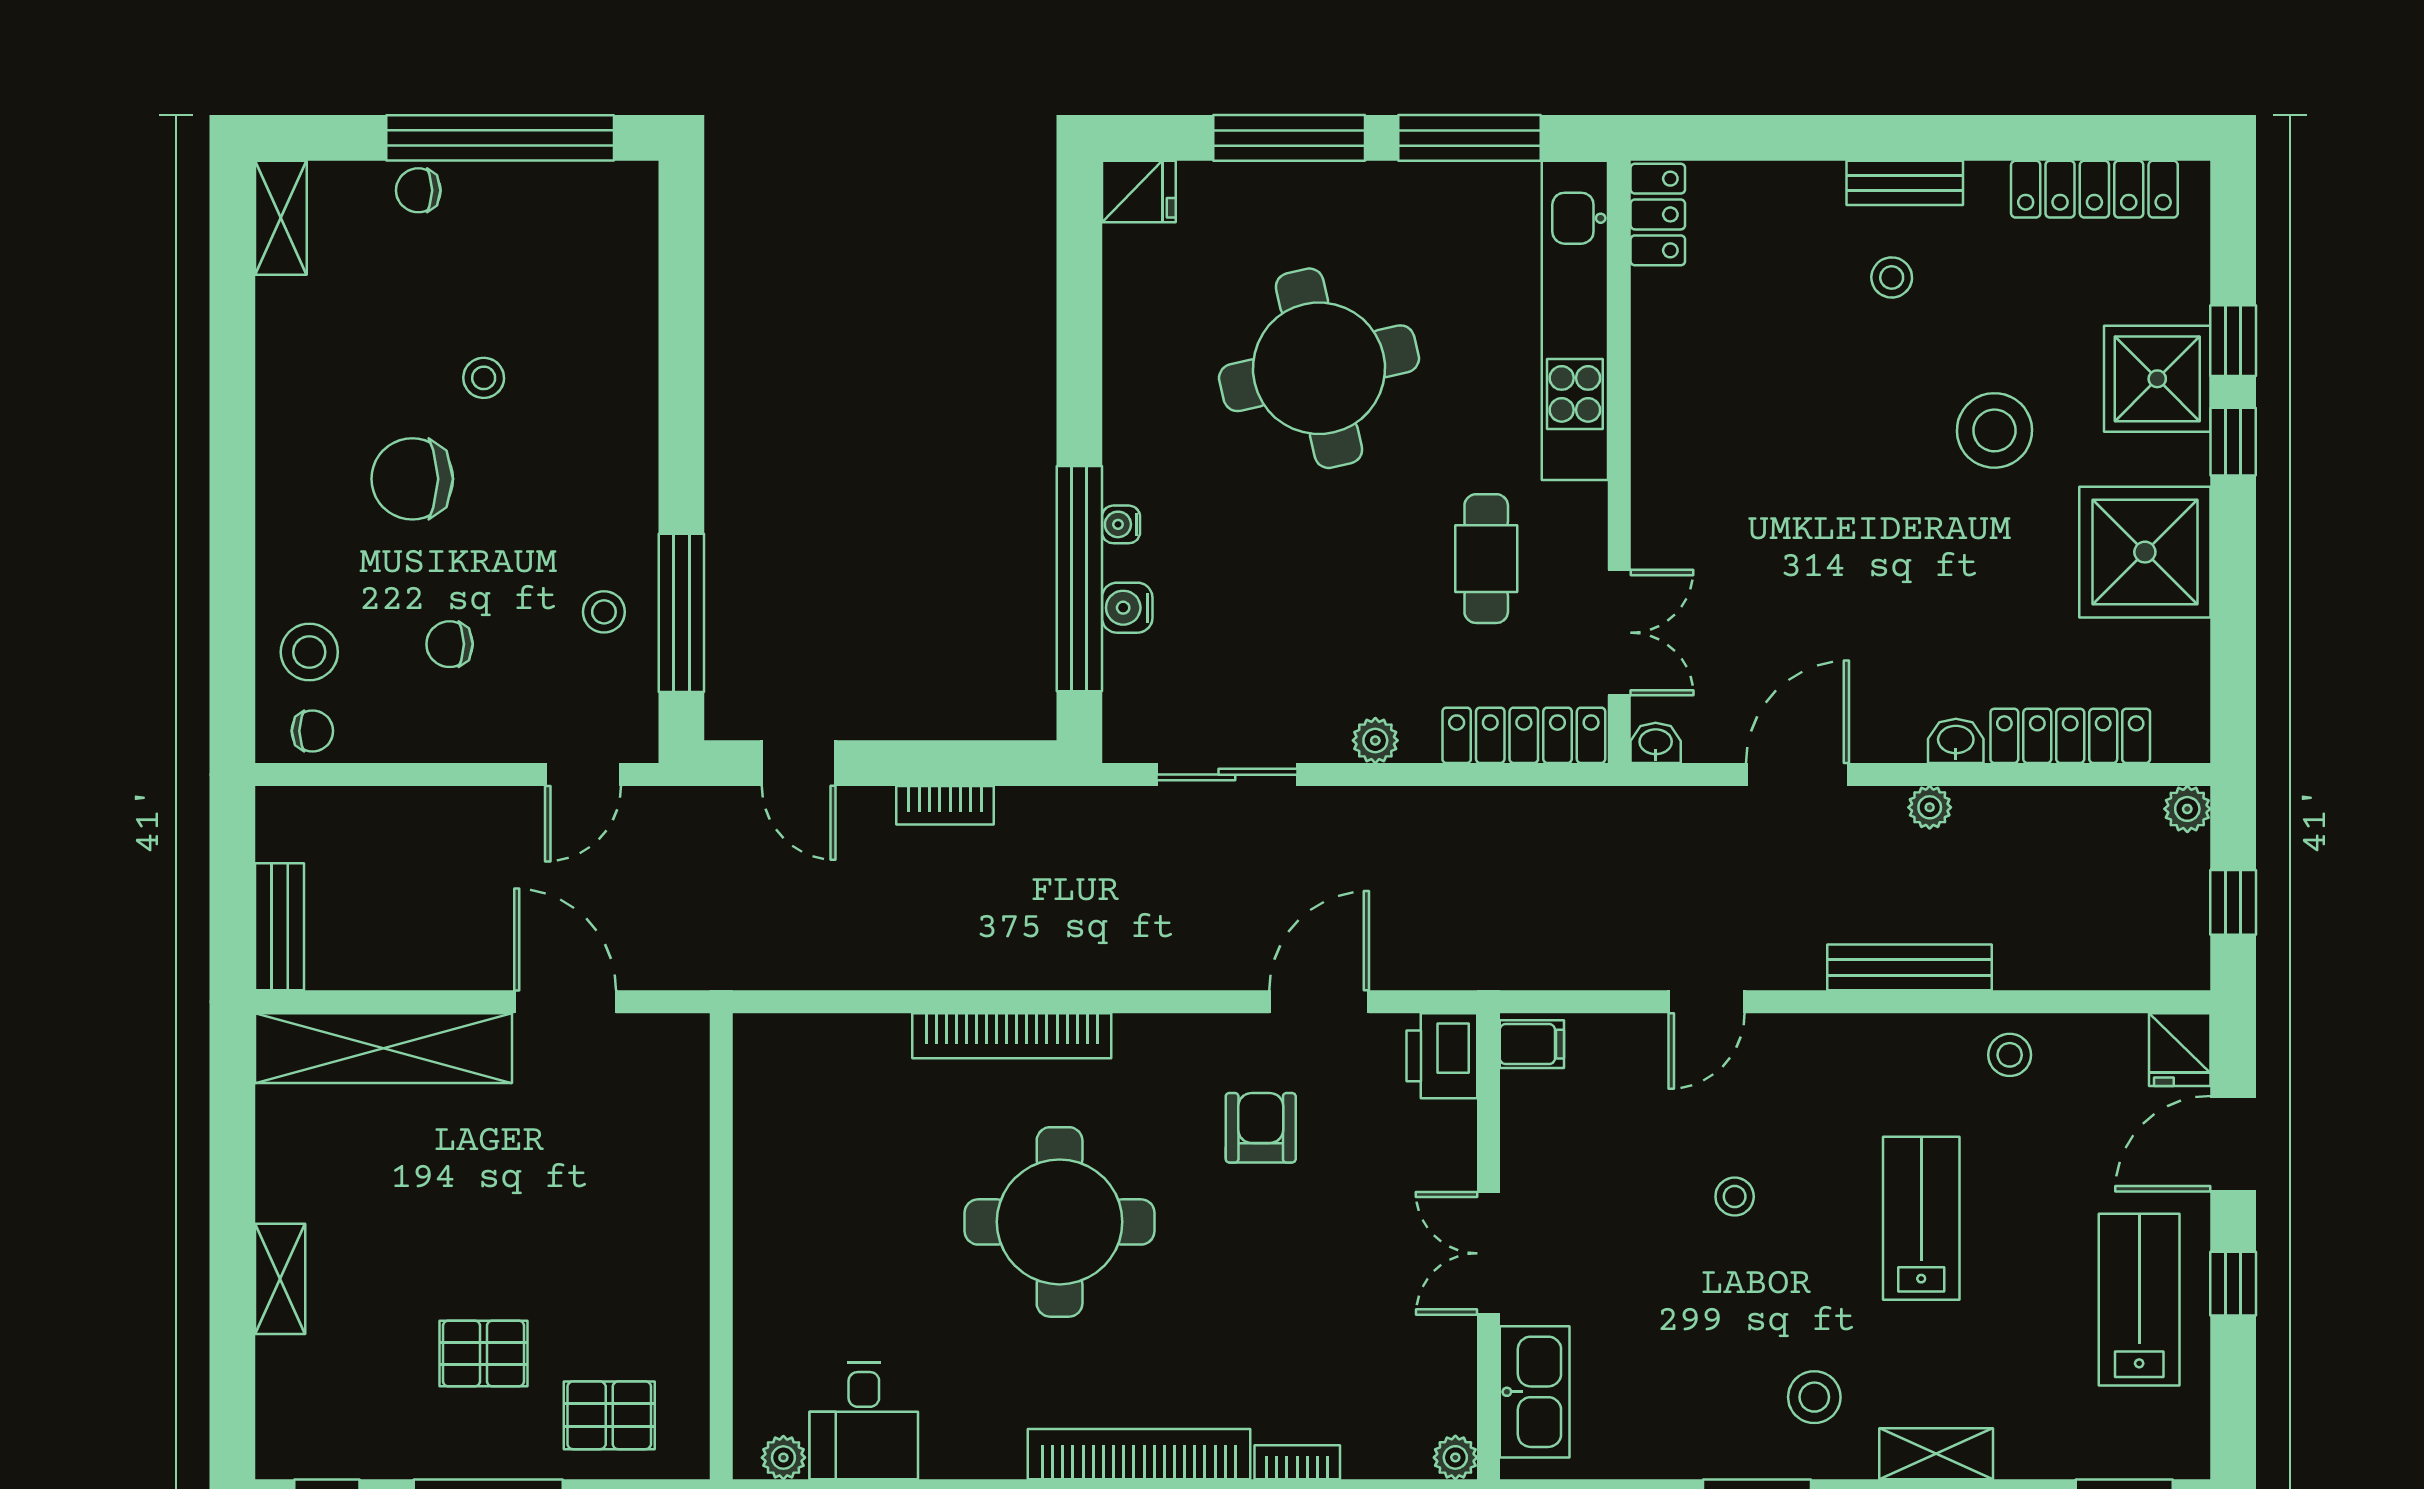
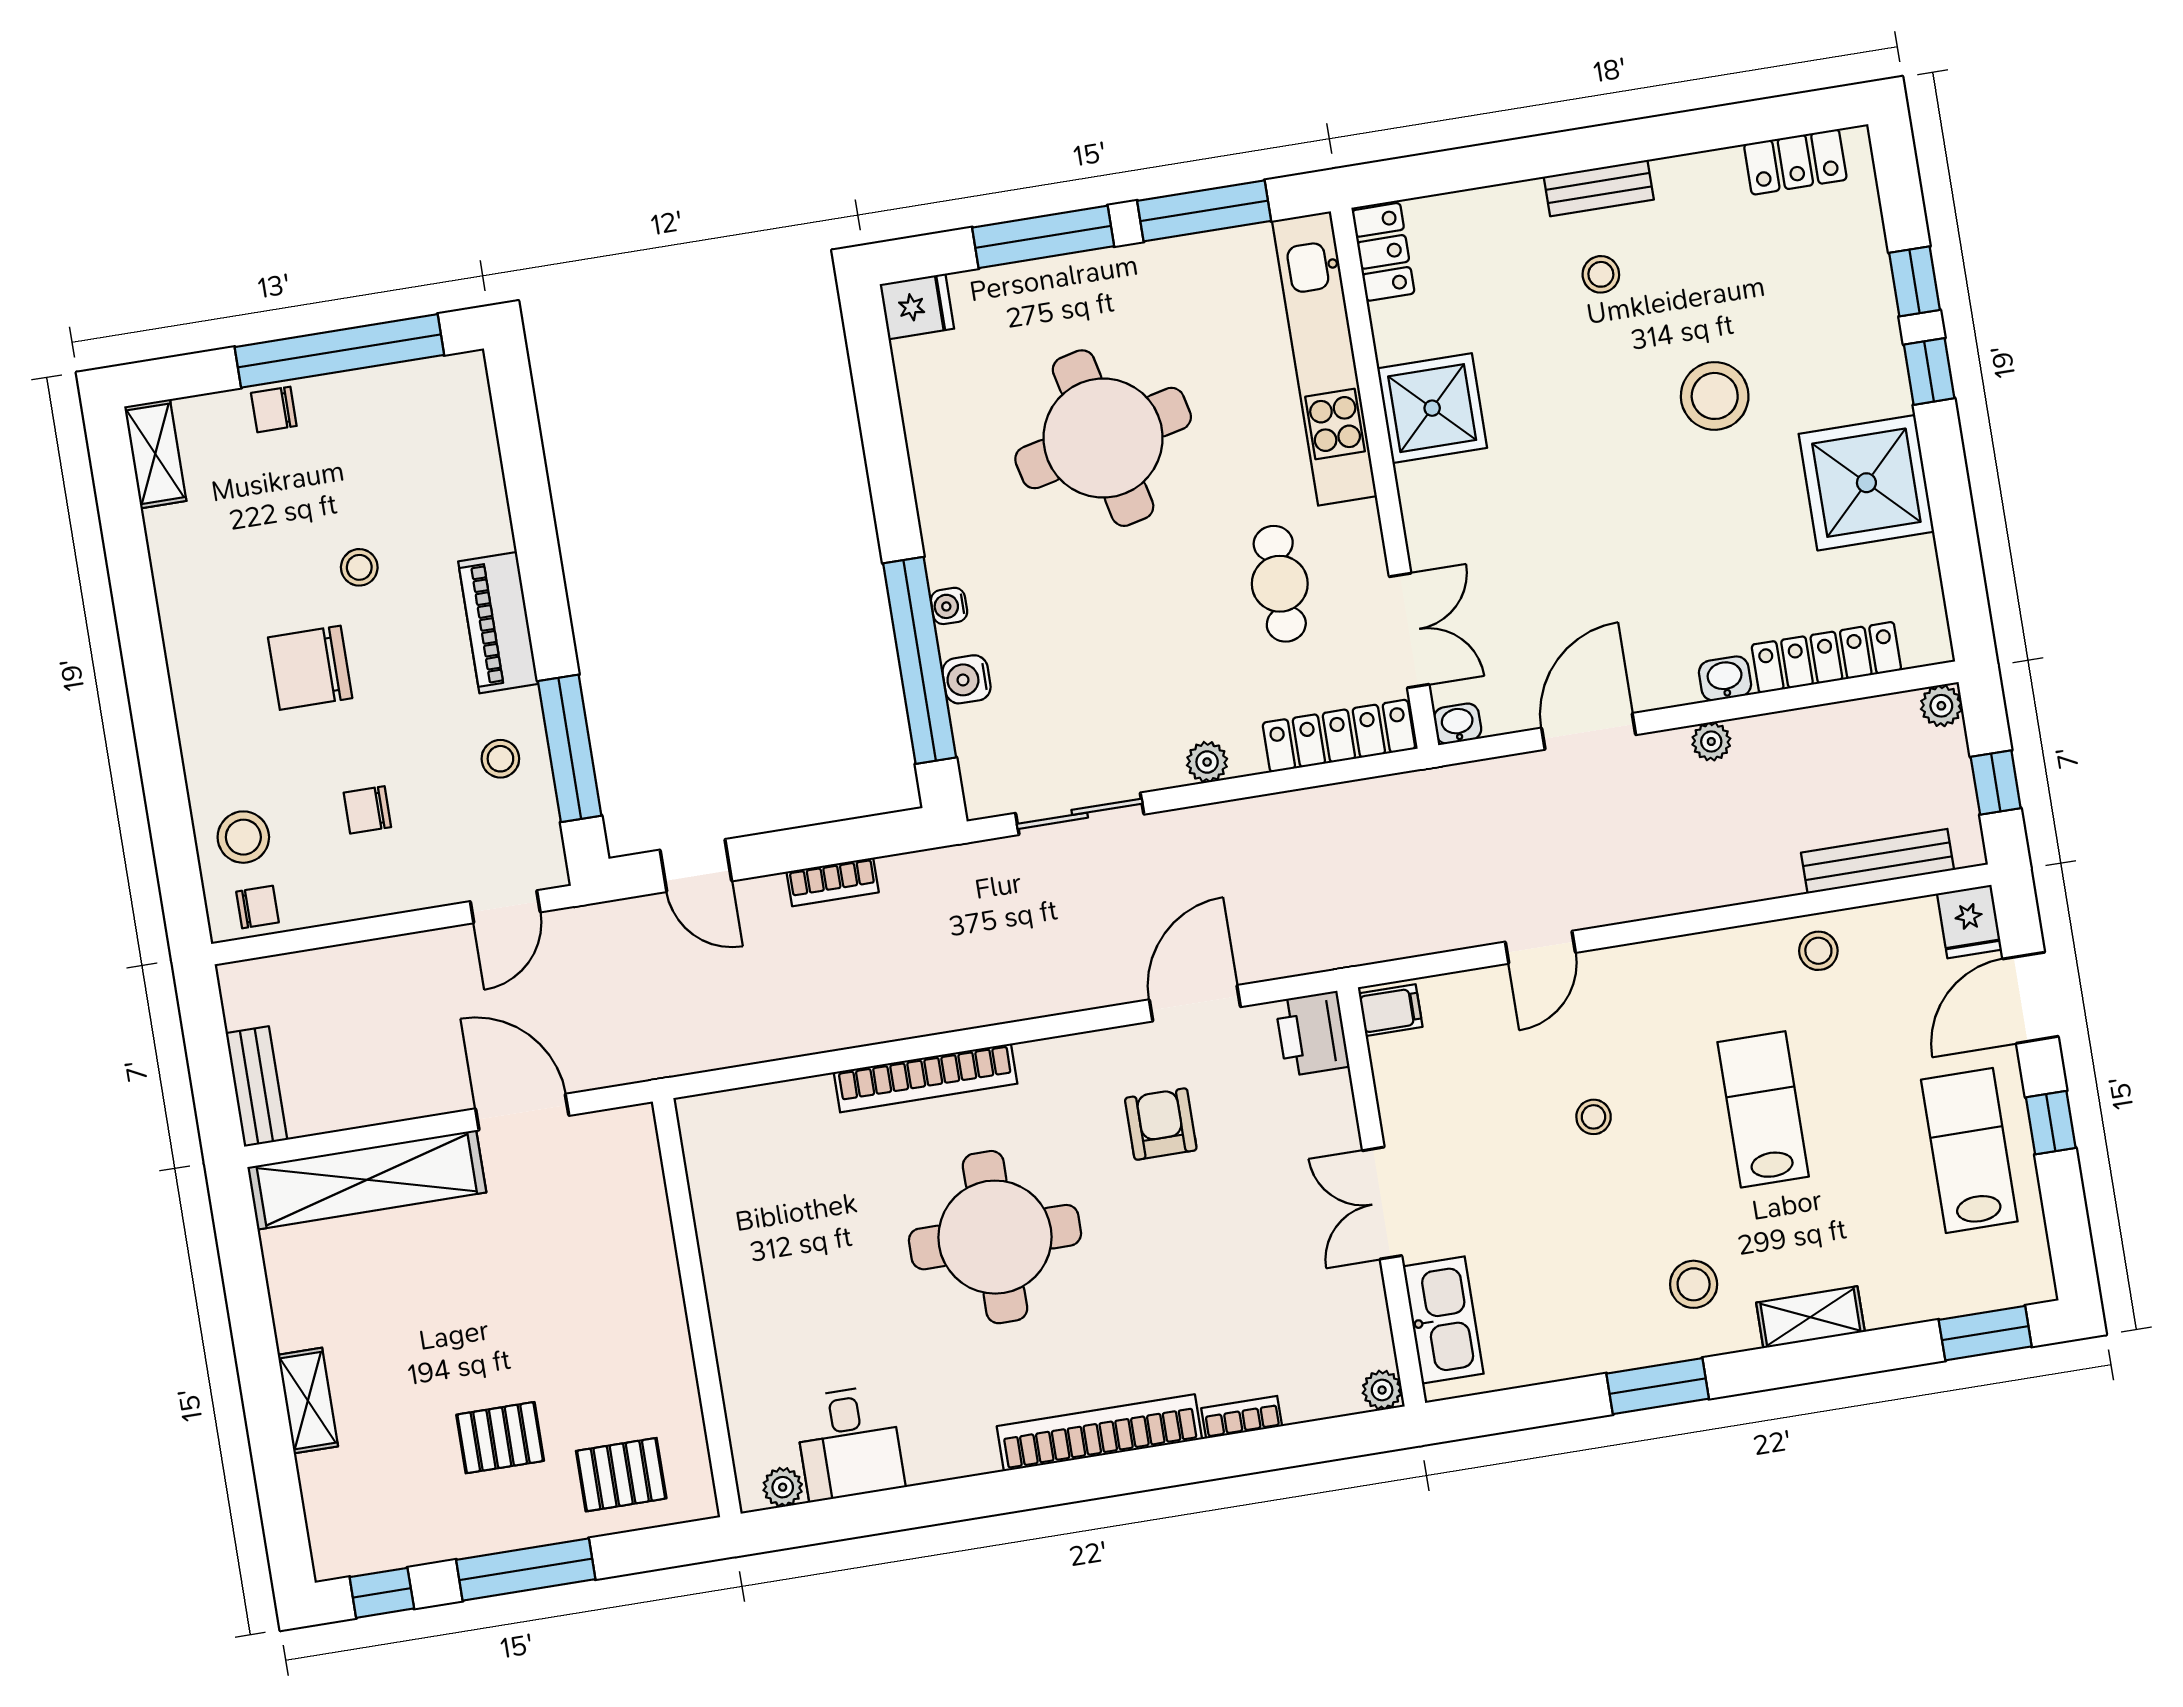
locker: (2094, 189) -> (1795, 162), width x0.66
shower: (2157, 379) -> (1432, 408), moved
piano: (626, 463) -> (498, 623), added
bench: (1910, 967) -> (1877, 861), moved

